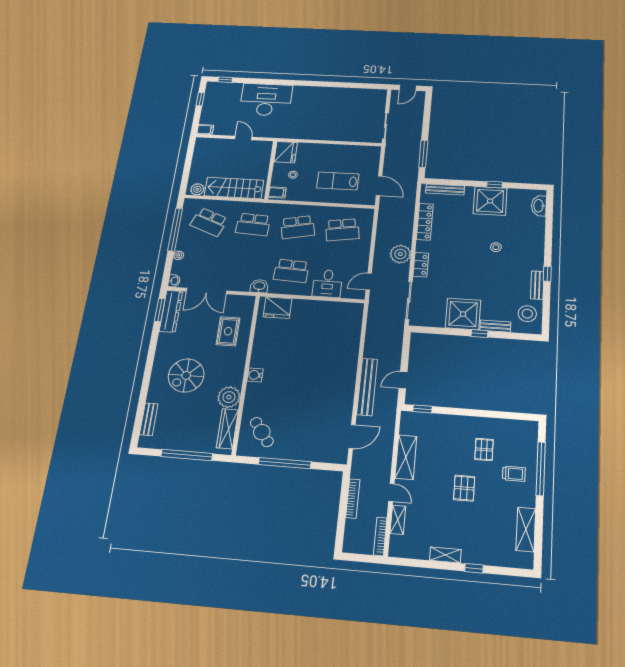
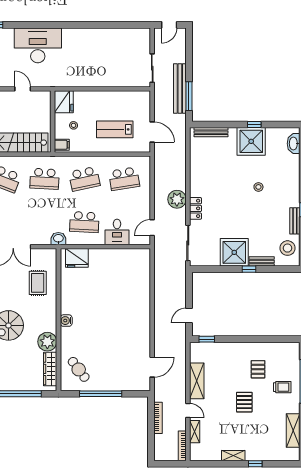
locker: (425, 222) -> (196, 166), removed
bench: (367, 387) -> (180, 89), moved

